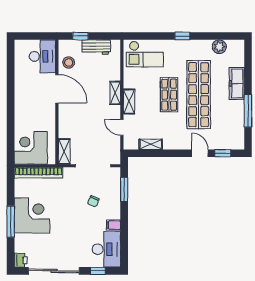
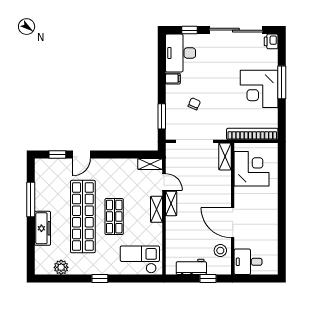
desk: (42, 56) -> (248, 262), width x0.73
shelving: (115, 93) -> (171, 203), moved
shelving: (151, 144) -> (150, 164), moved
corner desk: (31, 148) -> (252, 169), moved, turned -90
door: (200, 153) -> (82, 155), hinge flipped

